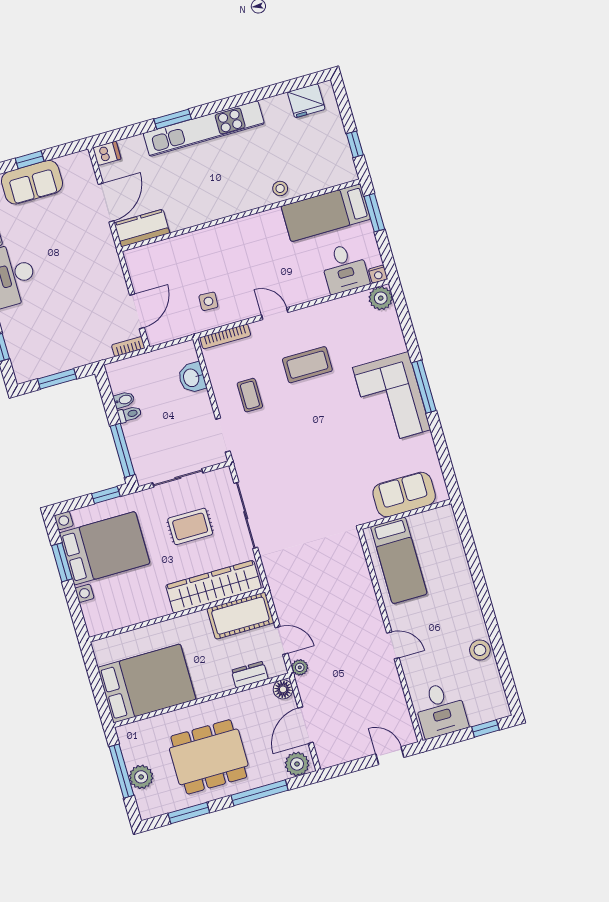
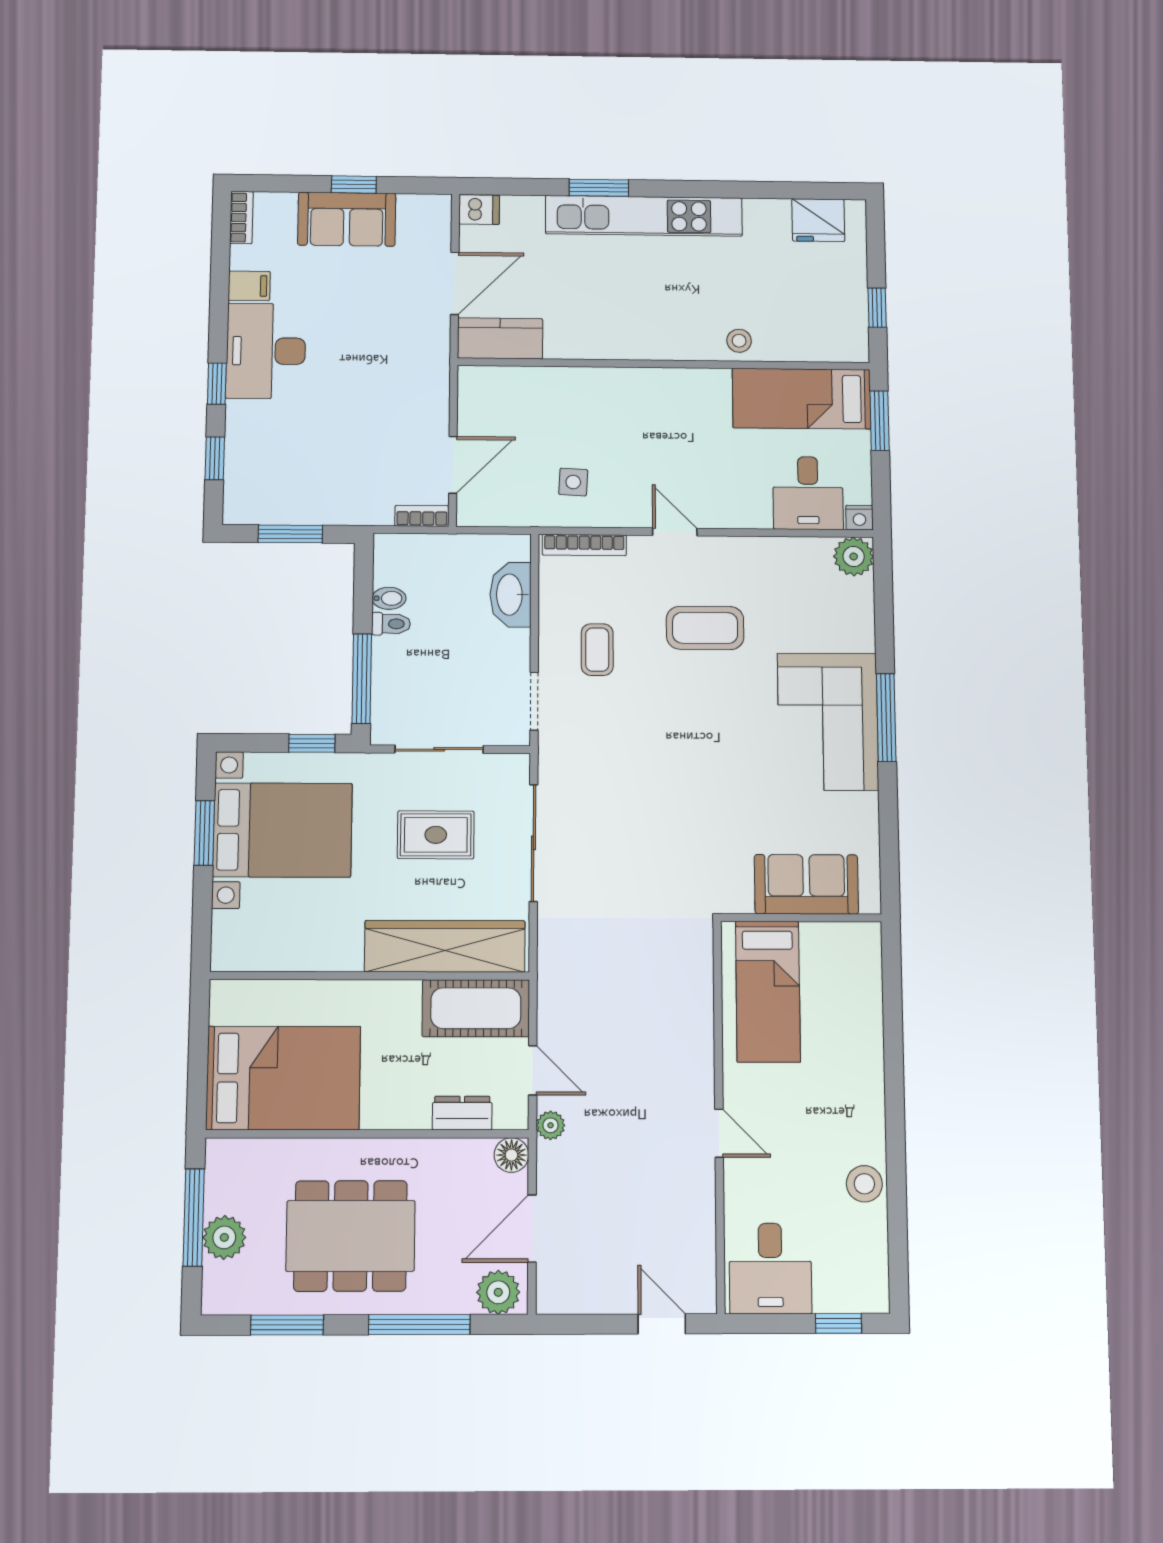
washbasin: (192, 378) -> (511, 595), width x1.38

